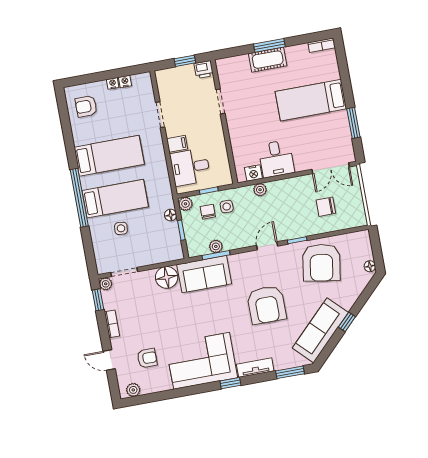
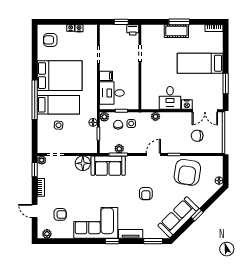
bed: (109, 156) -> (60, 76), width x1.50
nightstand: (253, 173) -> (187, 105), moved
armchair: (267, 305) -> (146, 194), width x0.53, depth x0.53

